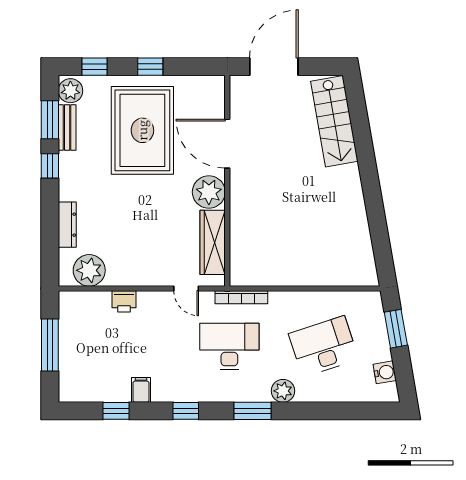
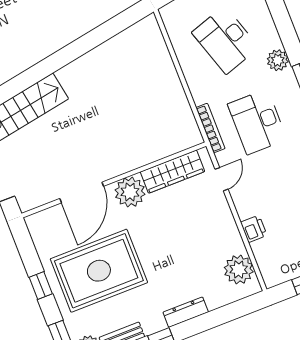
dresser: (67, 225) -> (186, 312), moved

